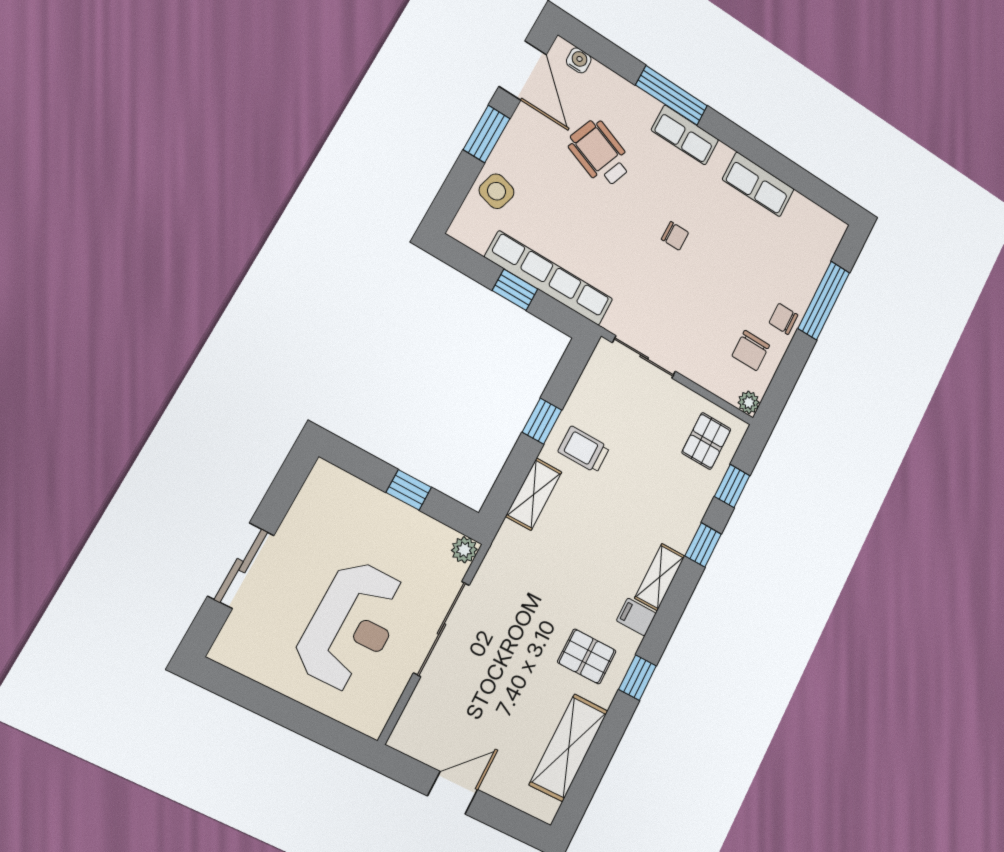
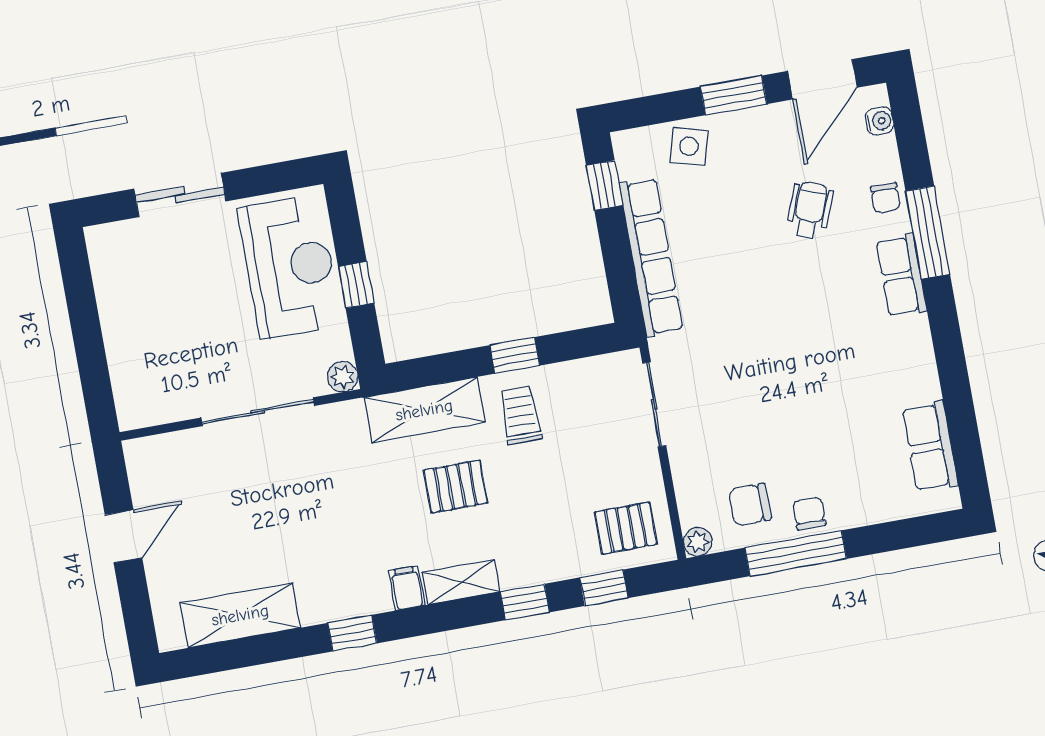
wheelchair: (600, 153) -> (810, 210), width x0.73, depth x0.73
row of seats: (758, 184) -> (930, 447), moved
chair: (675, 236) -> (885, 198), moved
window: (515, 290) -> (605, 185), moved
window: (824, 301) -> (796, 553), moved
shelving: (534, 494) -> (424, 410), width x1.50, depth x1.33
reception desk: (352, 626) -> (290, 267), moved, turned -90
pallet: (587, 656) -> (455, 487), moved, turned 90
door: (453, 793) -> (123, 536), hinge flipped

